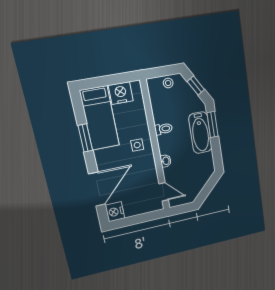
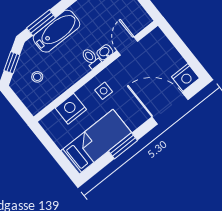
stool: (168, 83) -> (37, 77), moved
nightstand: (121, 93) -> (71, 109), moved, turned 90
toilet: (164, 129) -> (91, 58), moved
door: (164, 192) -> (127, 46), moved

